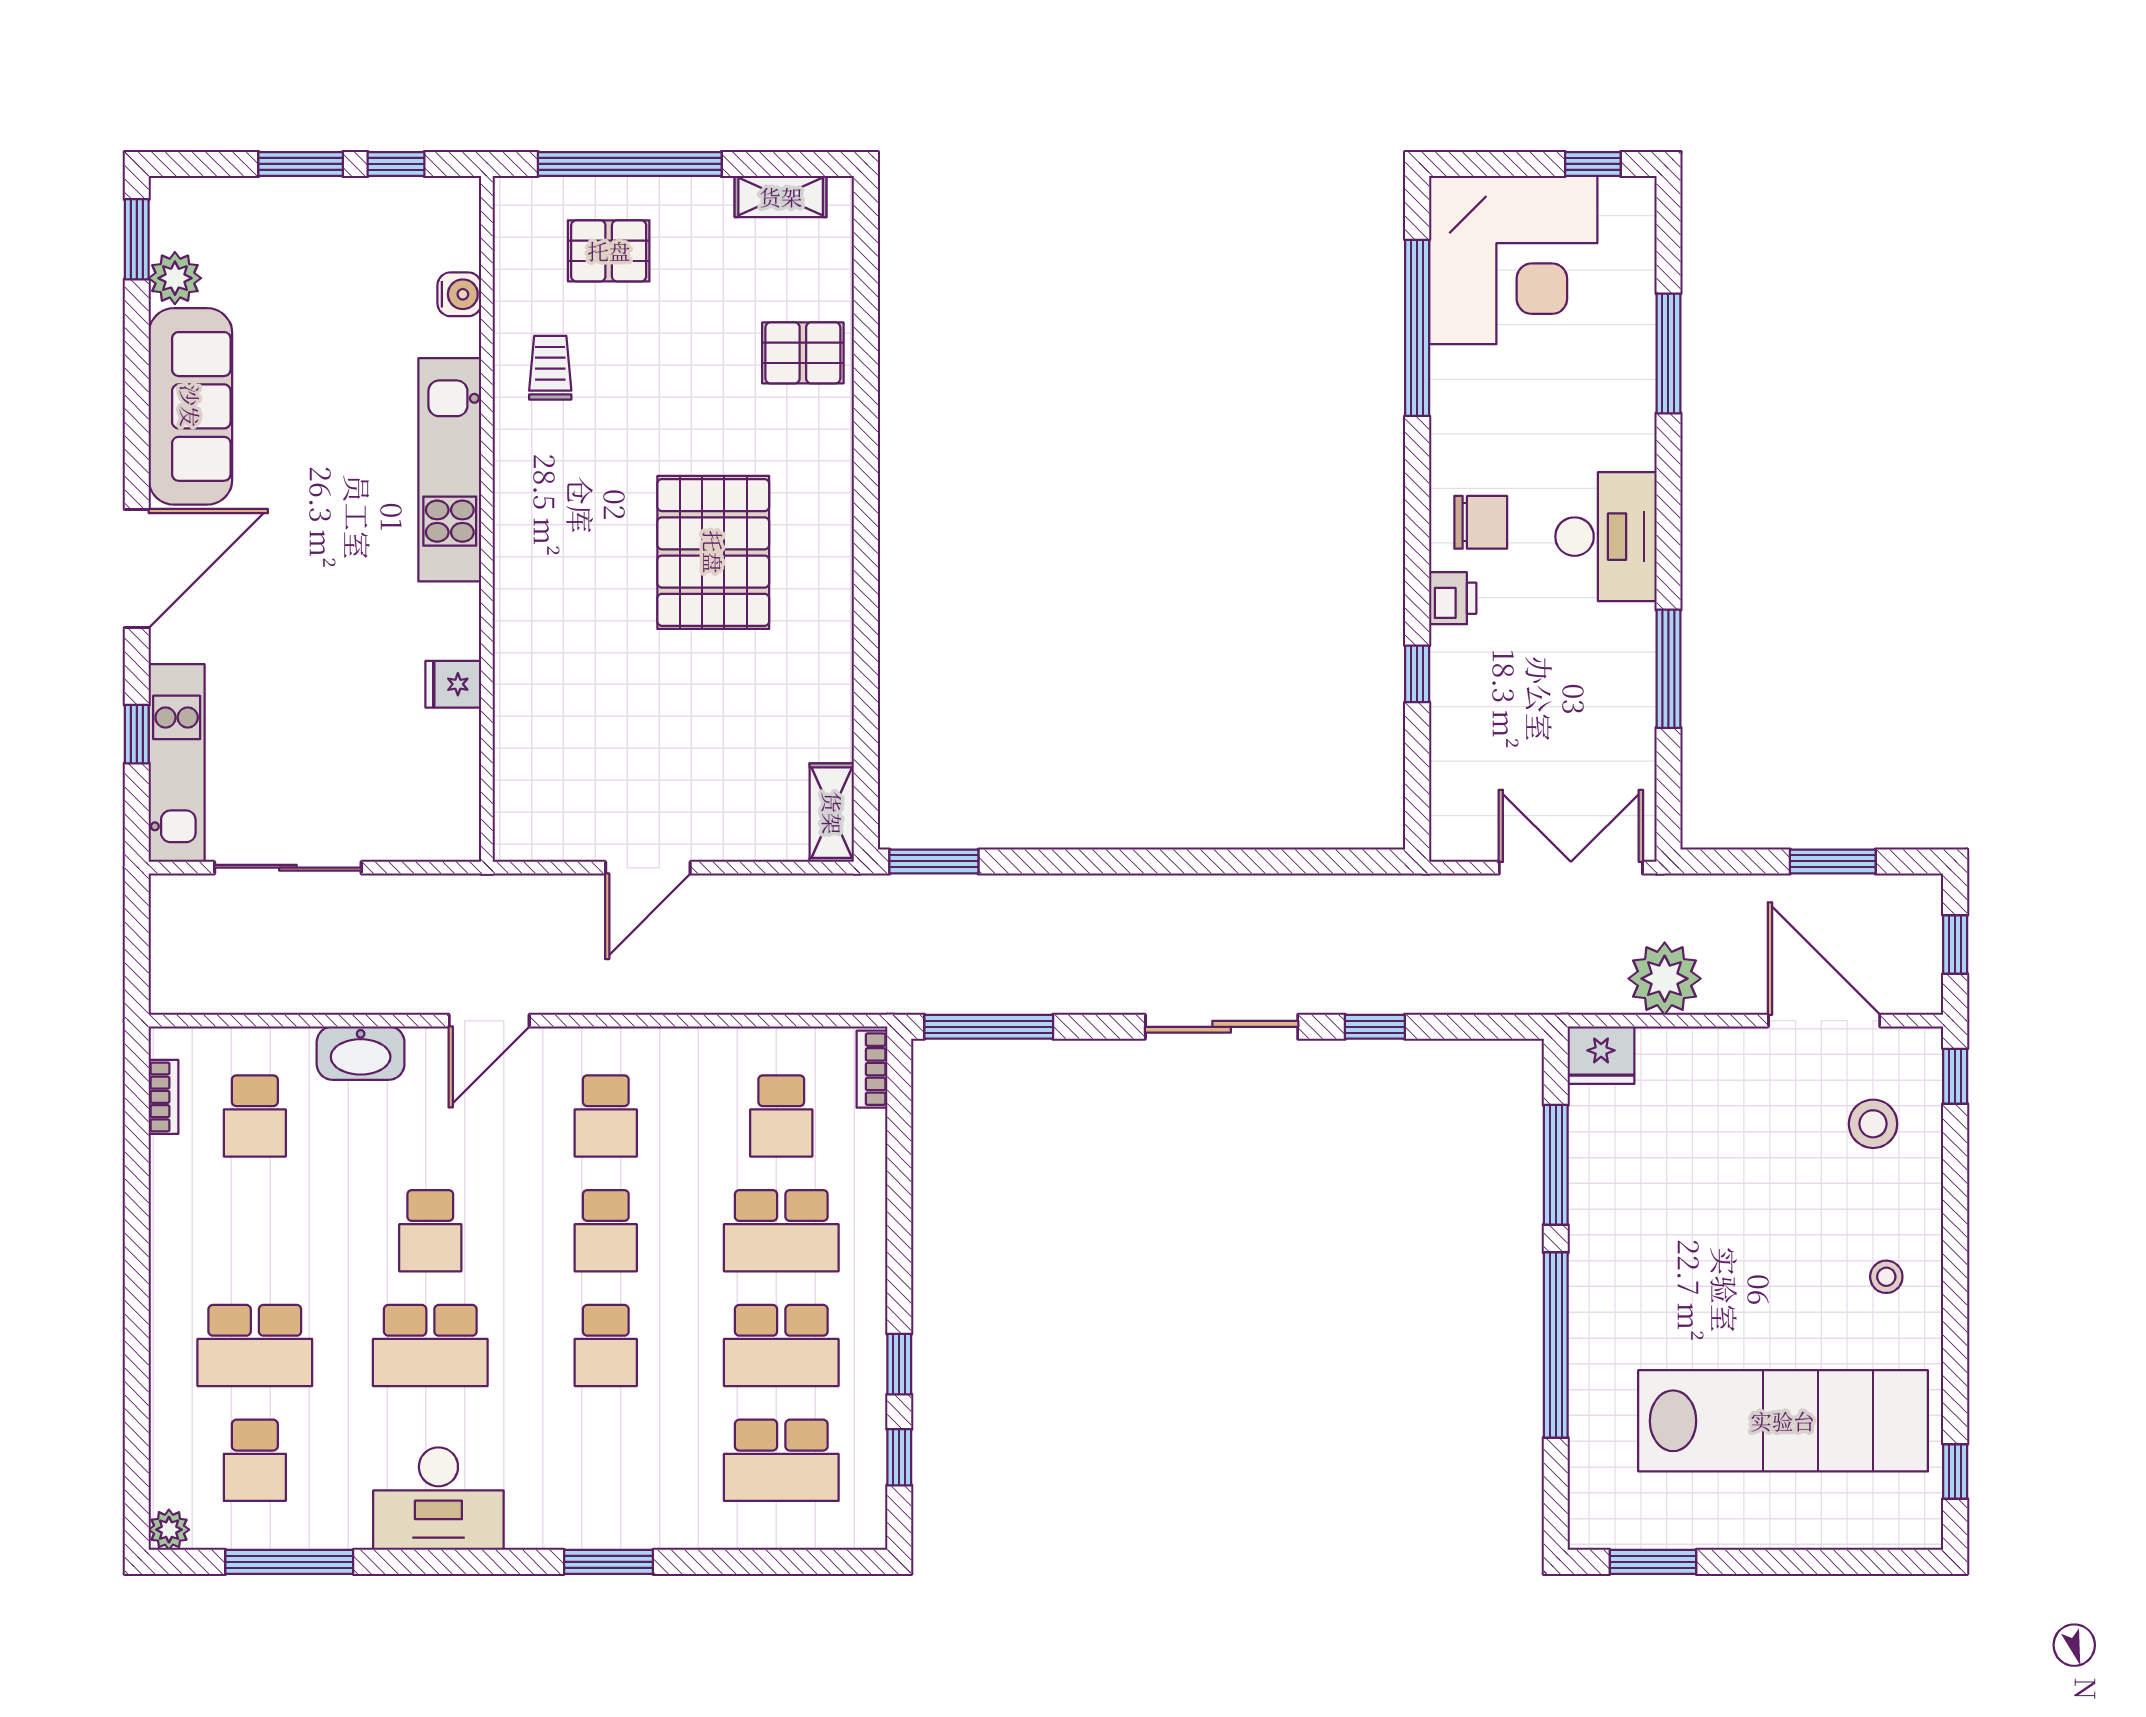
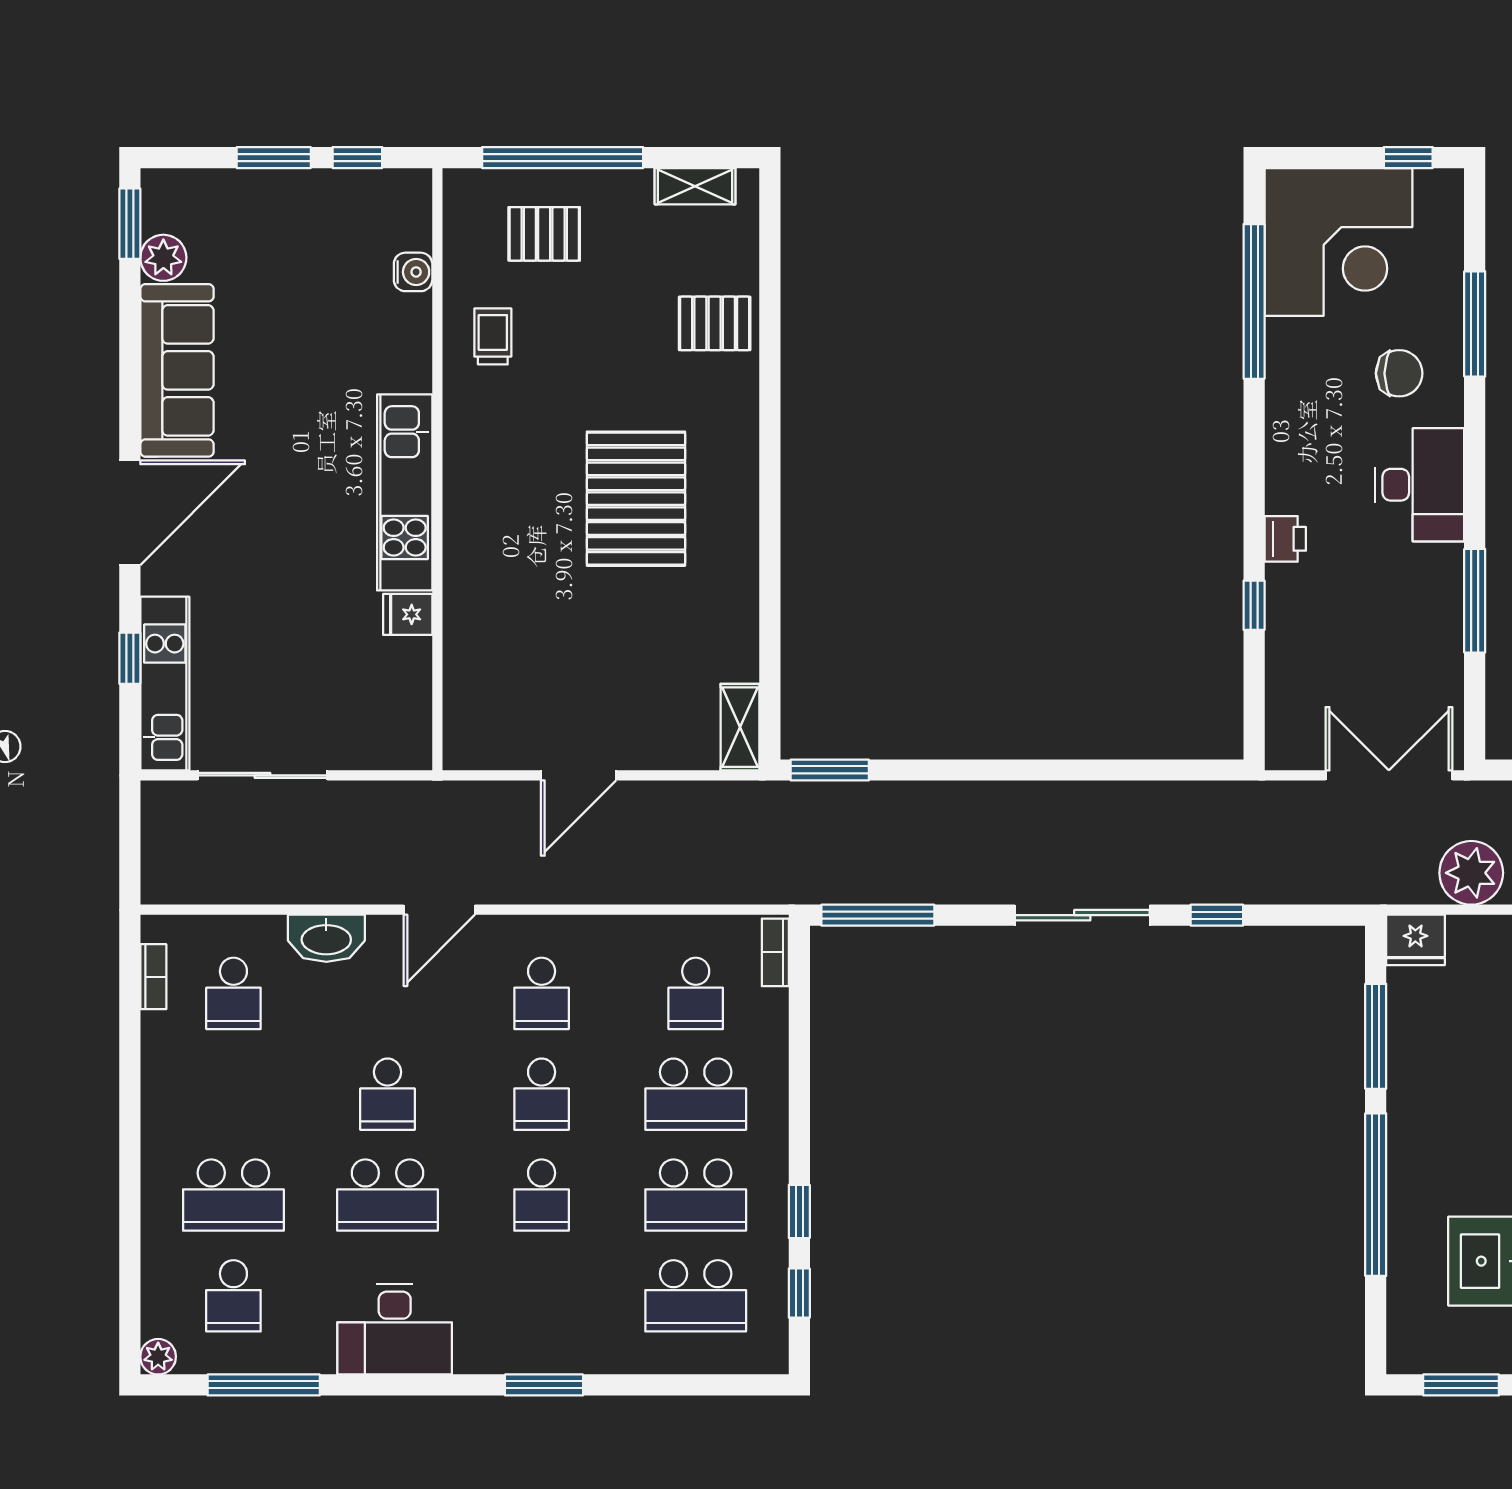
kitchen unit: (450, 470) -> (405, 492), moved
chair: (1481, 522) -> (1399, 373), moved

